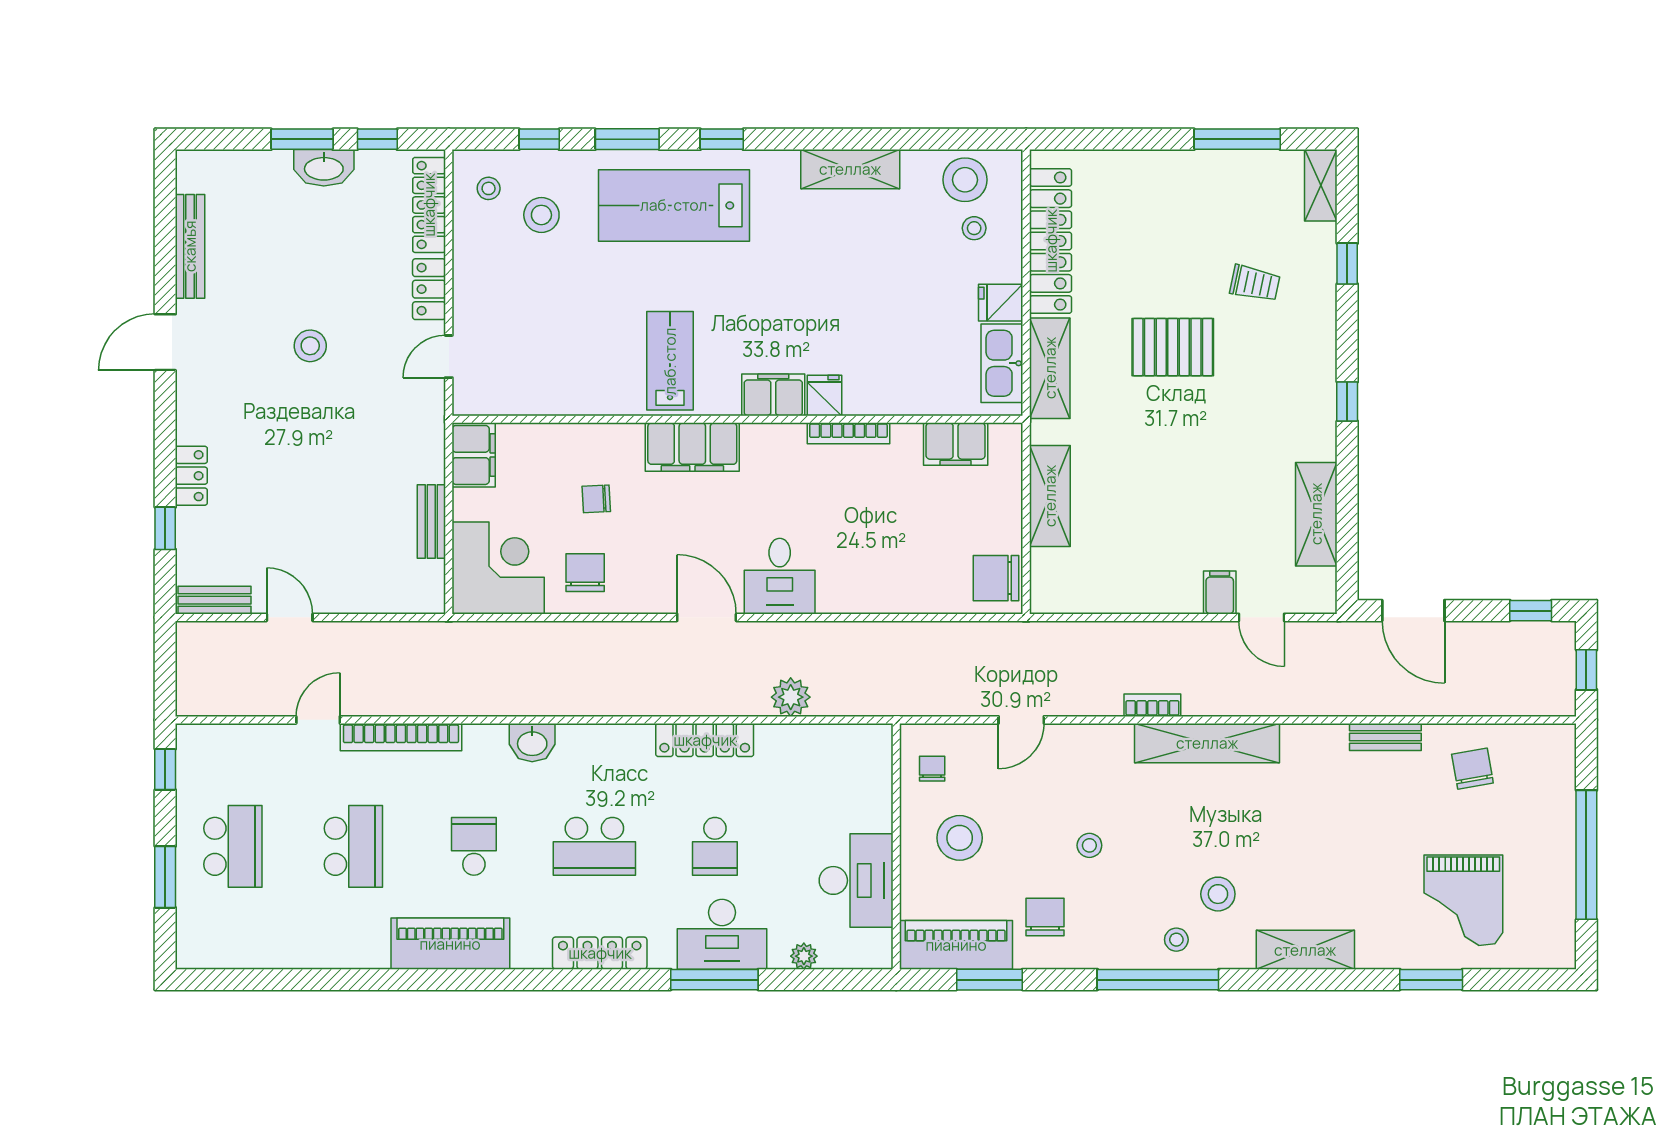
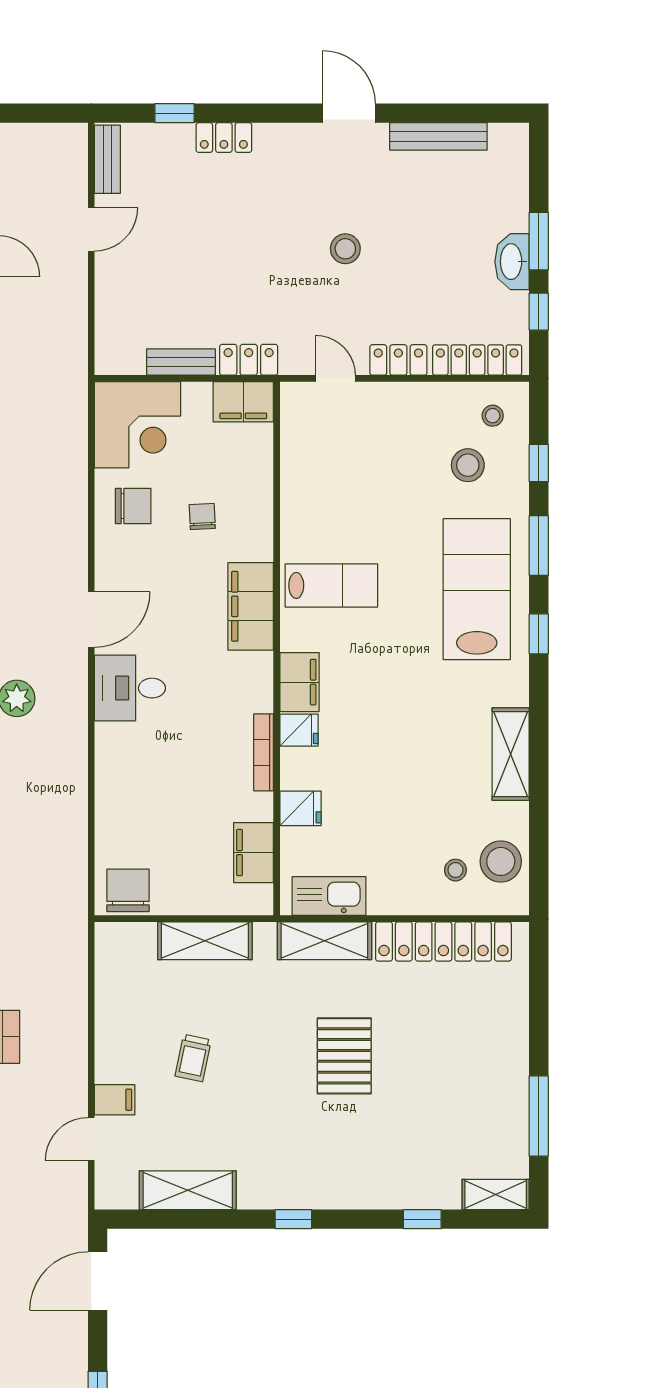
trolley: (1255, 283) -> (193, 1058), moved
fridge: (1001, 303) -> (300, 808), moved, turned 90
locker: (429, 449) -> (249, 360), added

